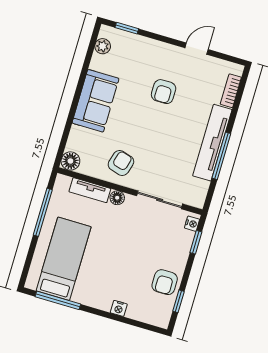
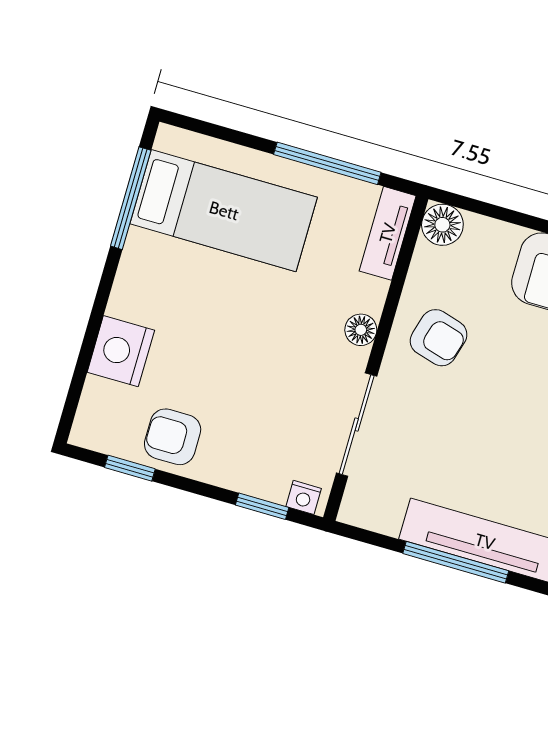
tv unit: (90, 190) -> (388, 233), moved
nightstand: (119, 308) -> (121, 351), width x1.89, depth x1.79

